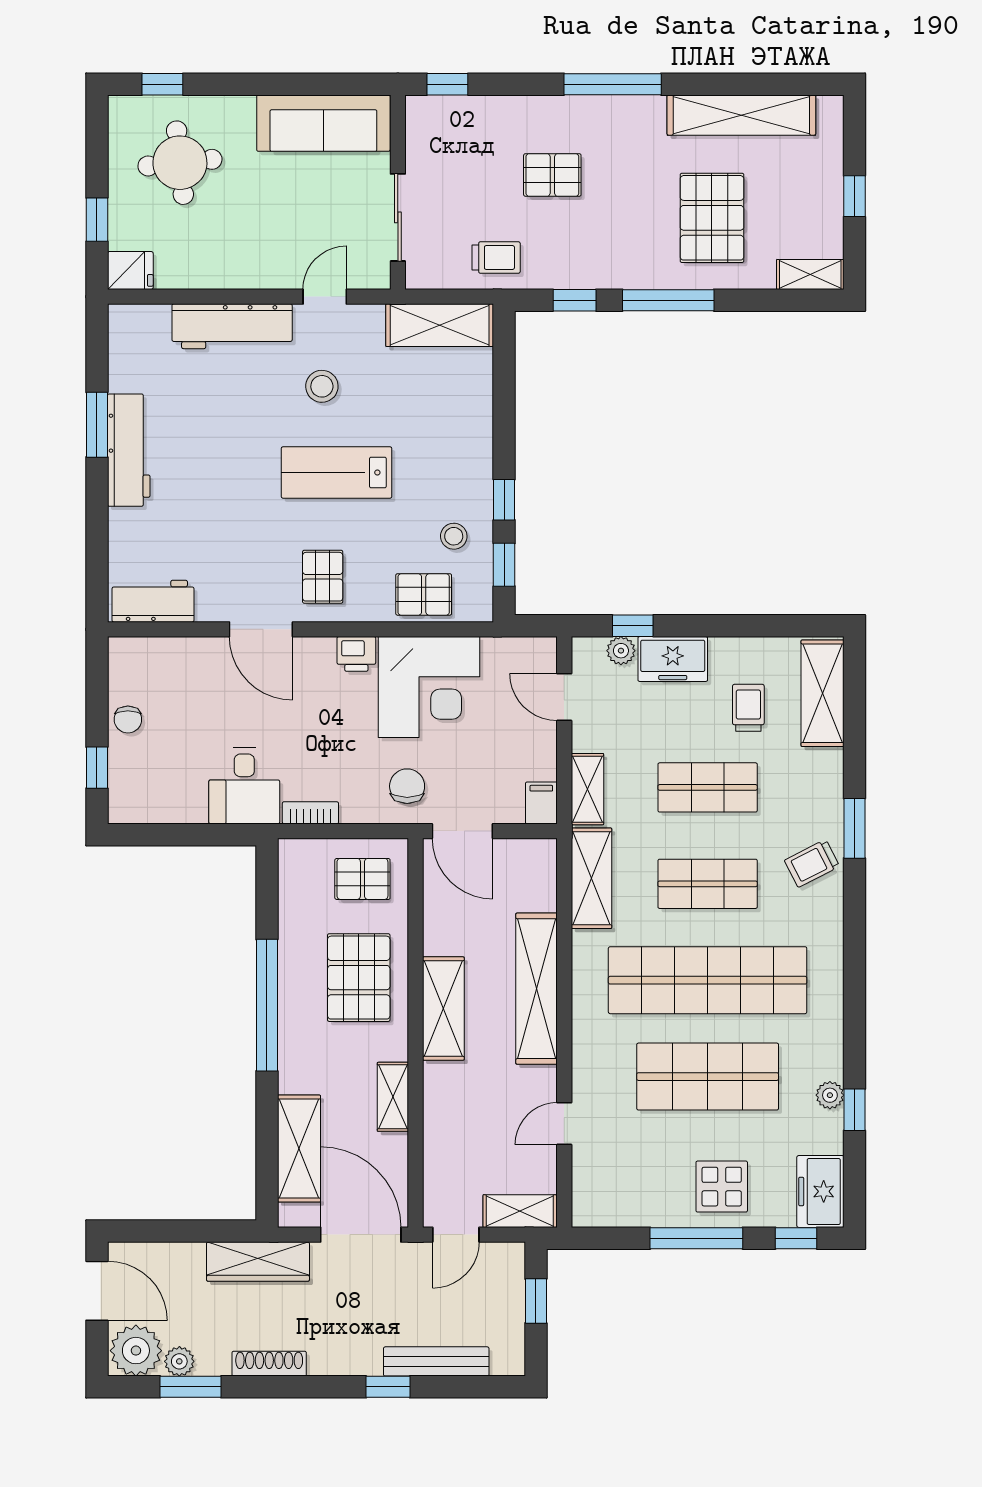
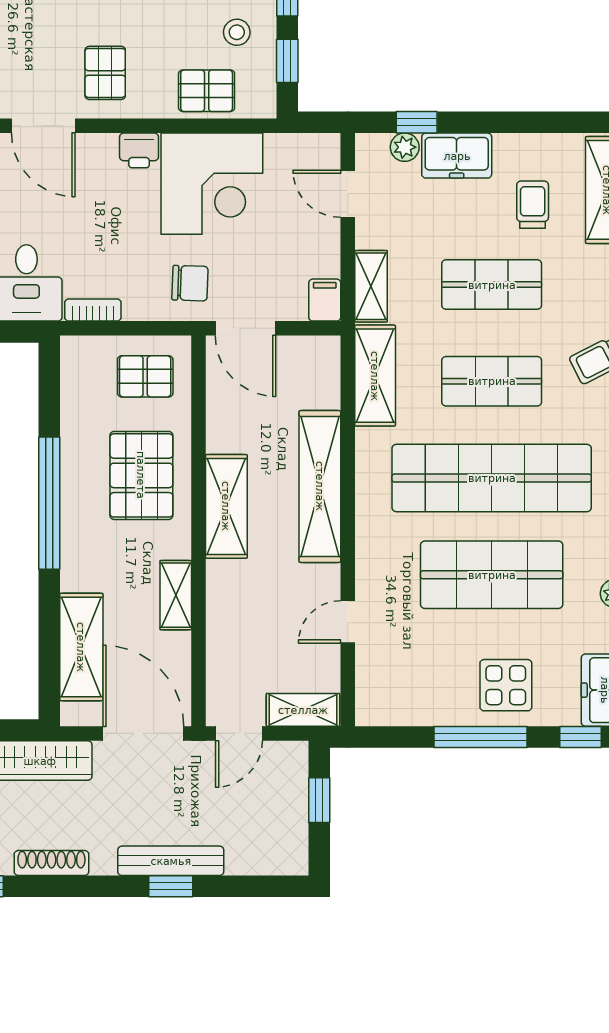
chair: (407, 786) -> (190, 283), turned 92
bench: (436, 1361) -> (171, 861), moved

